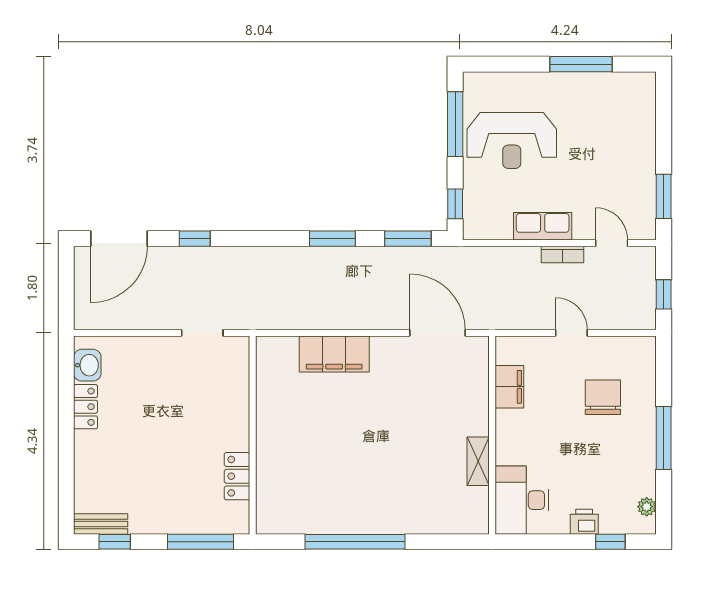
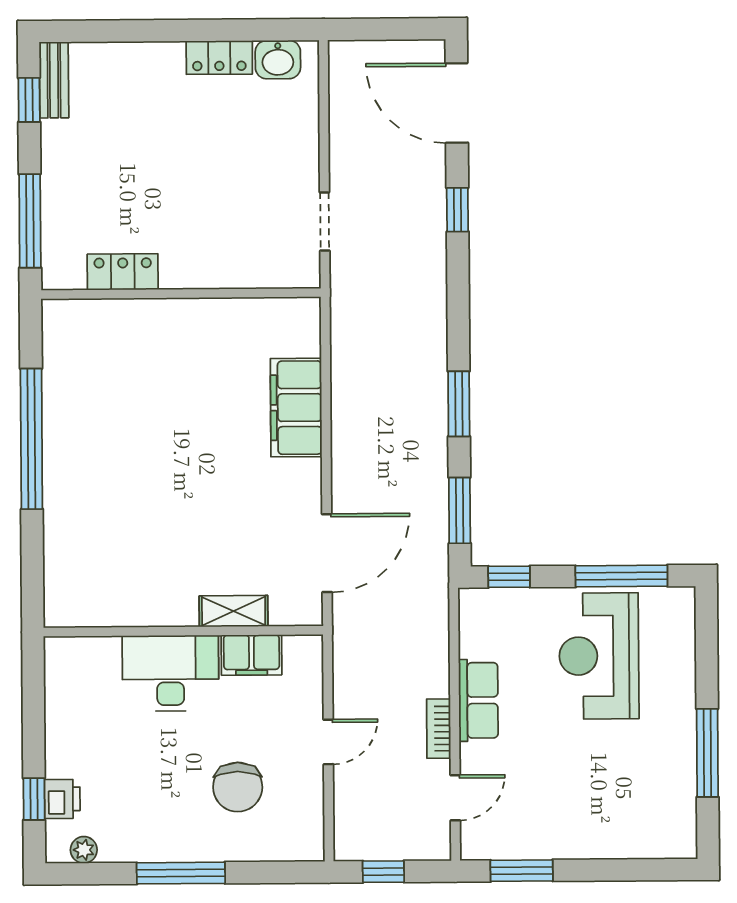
chair: (603, 397) -> (238, 787), turned 90
shelving: (478, 461) -> (234, 611), moved
desk: (522, 500) -> (170, 673), moved
printer: (584, 522) -> (62, 799), moved

